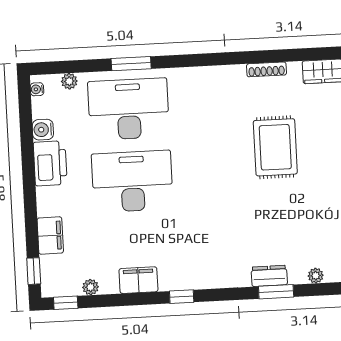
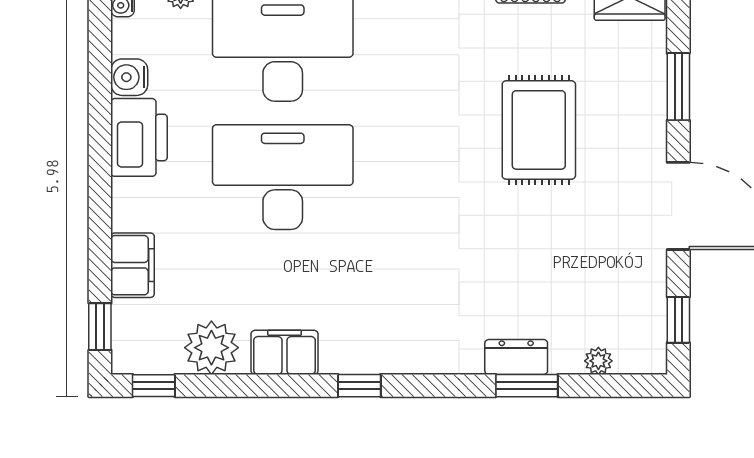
plant: (90, 287) -> (211, 348), width x1.88, depth x1.88

